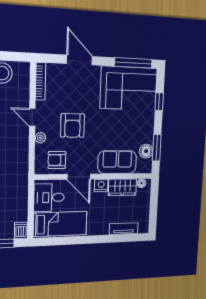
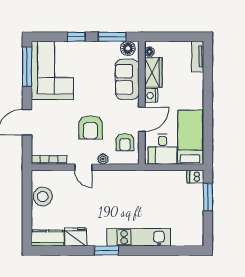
window: (159, 102) -> (76, 37), moved
door: (32, 117) -> (83, 167), hinge flipped
armchair: (72, 125) -> (91, 127), turned 90
floor lamp: (146, 151) -> (128, 48), moved
tv unit: (124, 229) -> (198, 57), moved

